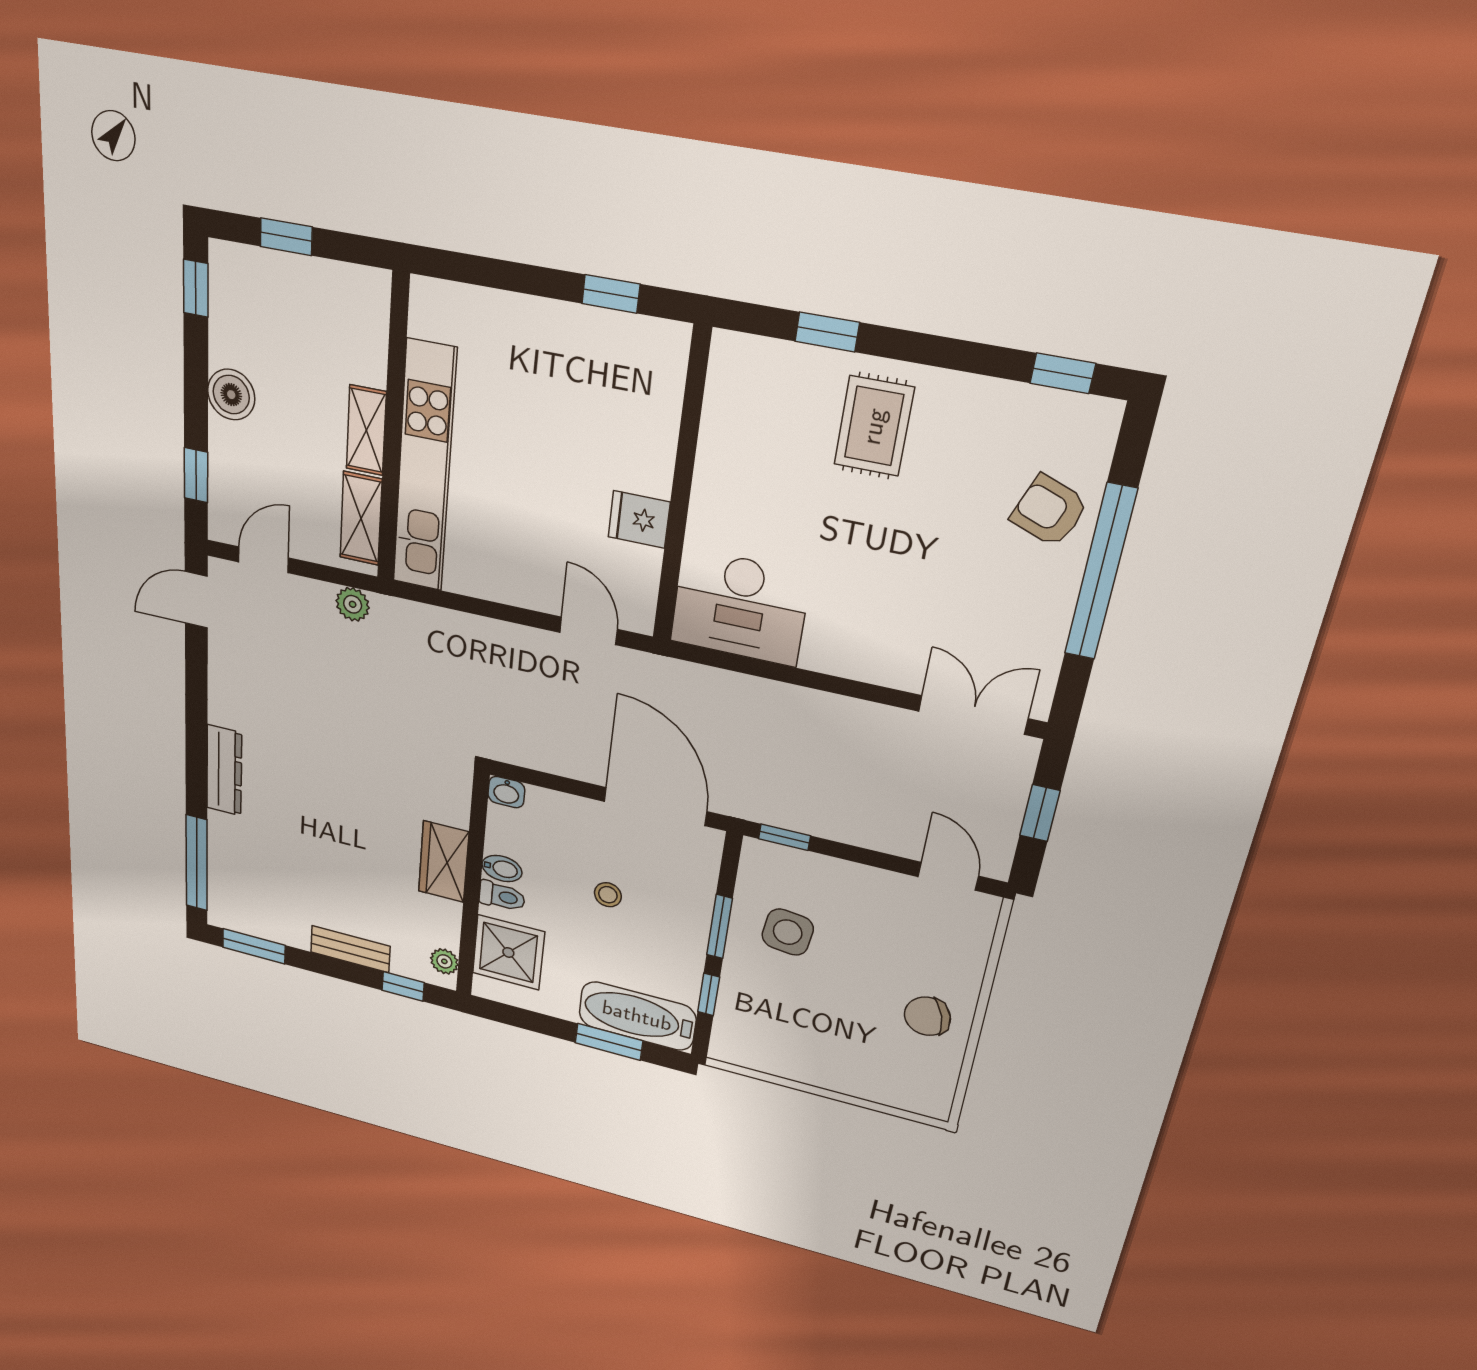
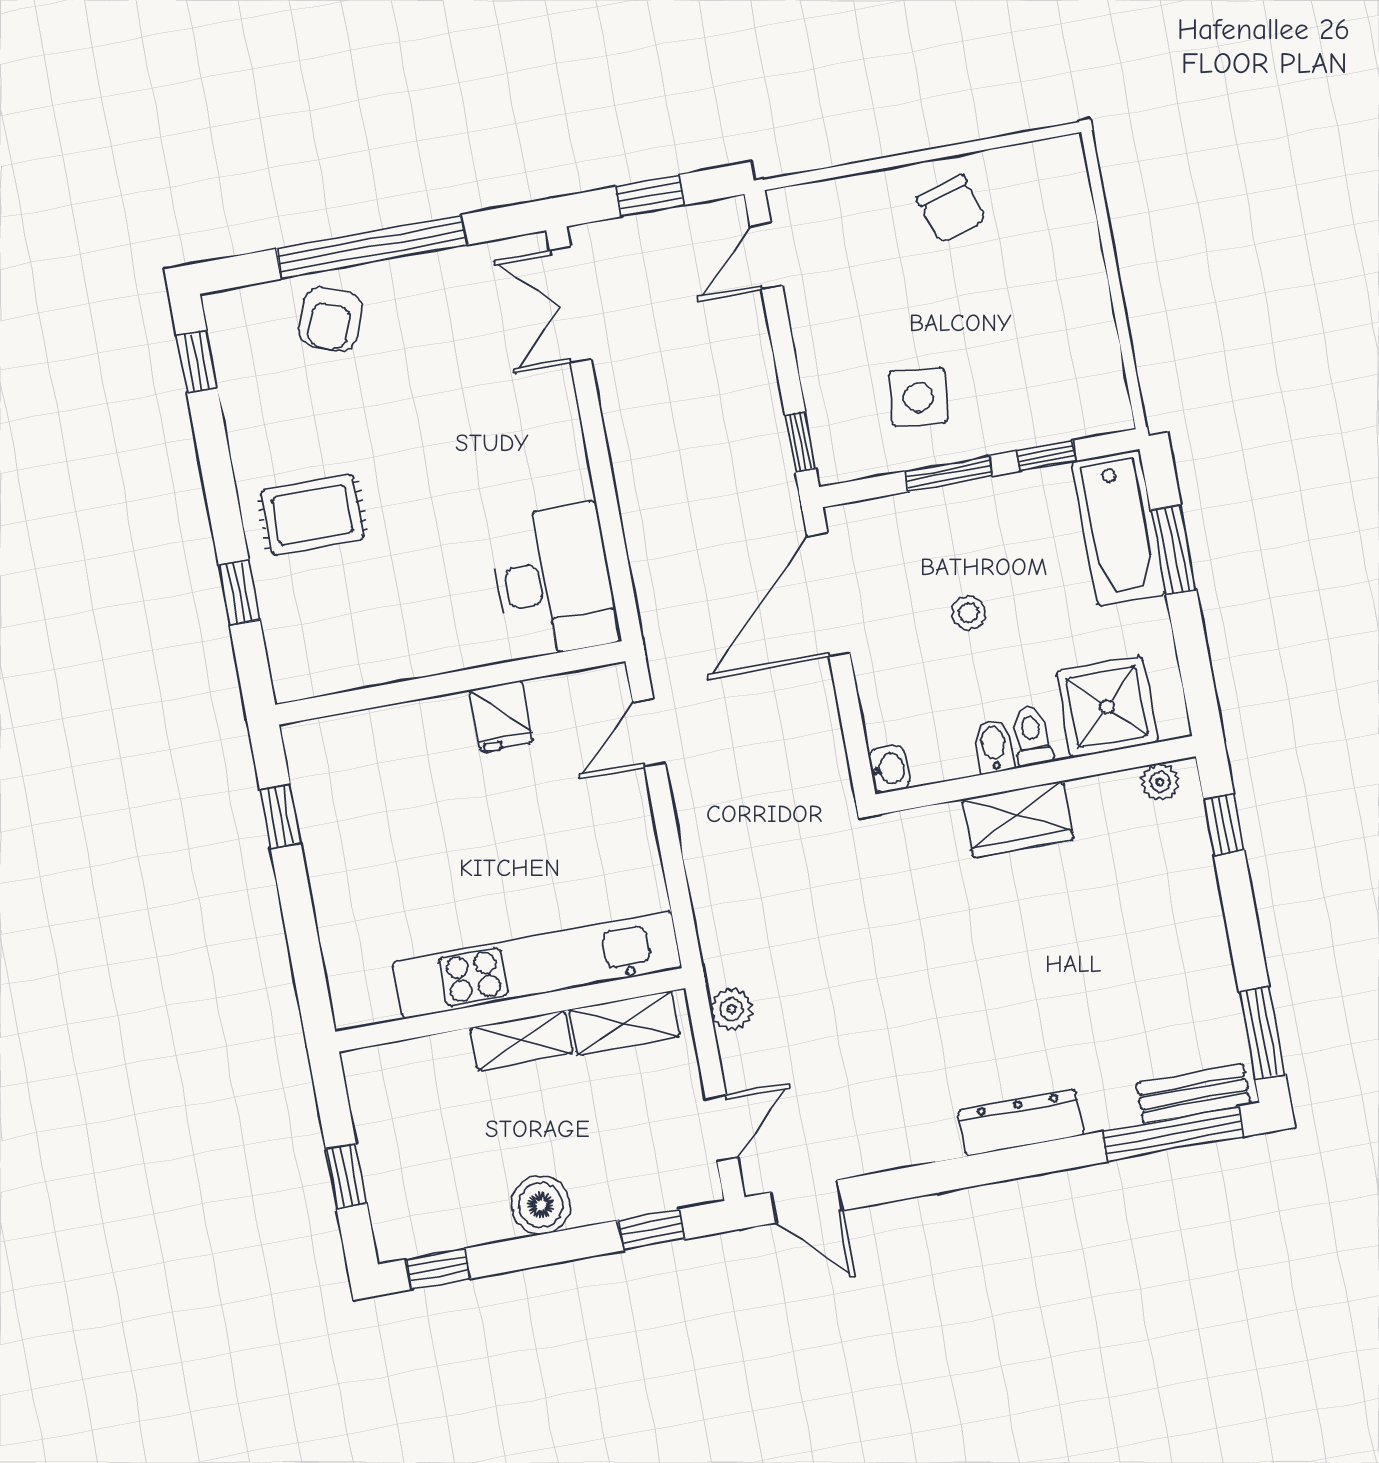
door: (263, 560) -> (721, 1128), swing flipped
bench: (350, 949) -> (1193, 1094), moved, turned 90

